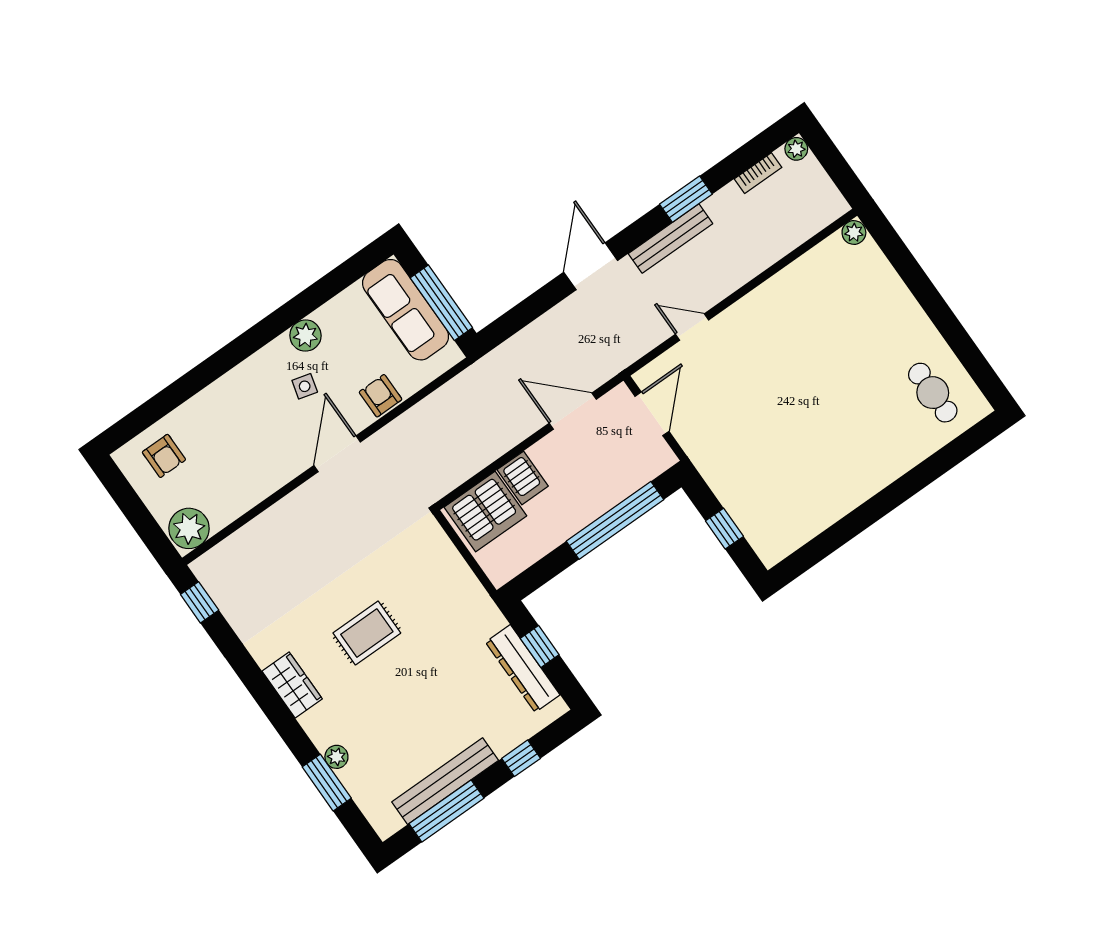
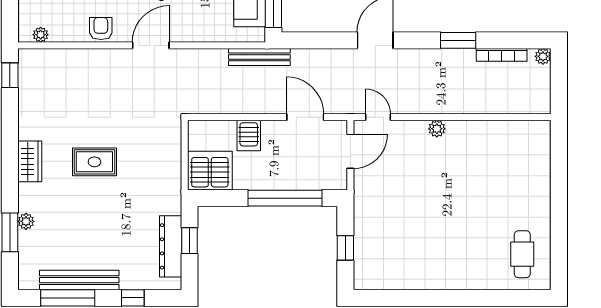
bookcase: (758, 173) -> (502, 55), width x1.56
plant: (854, 232) -> (437, 129), moved
bench: (671, 239) -> (259, 57), moved
door: (692, 327) -> (378, 117), moved
armchair: (381, 396) -> (101, 29), moved
server rack: (485, 511) -> (210, 171), moved, turned 180
plant: (189, 528) -> (41, 35), width x0.53, depth x0.53

